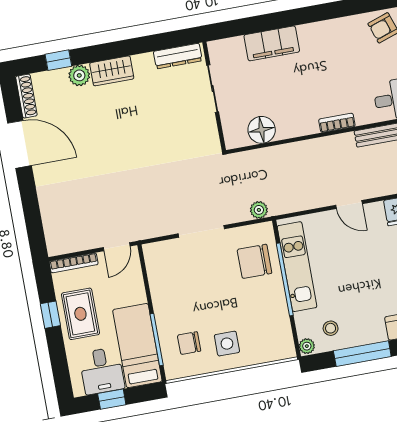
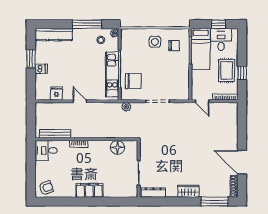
filing cabinet: (272, 43) -> (89, 190), moved
window: (58, 60) -> (214, 202), width x2.17
plant: (79, 75) -> (205, 192), removed
door: (117, 247) -> (202, 101), swing flipped

